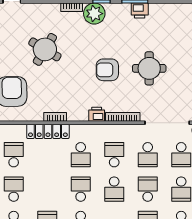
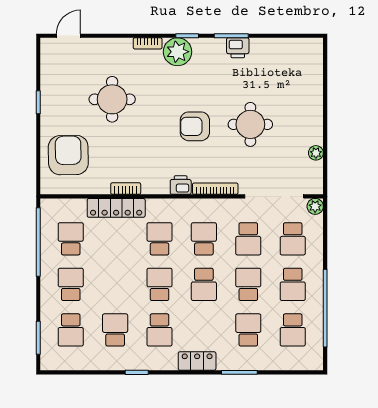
round table: (45, 49) -> (112, 99), turned -31
school desk: (81, 155) -> (160, 239), turned 180

